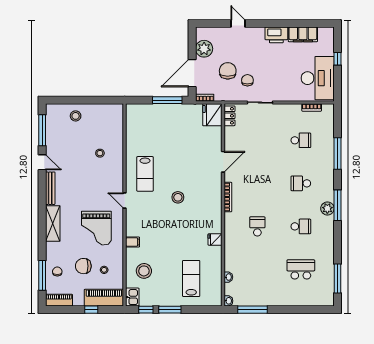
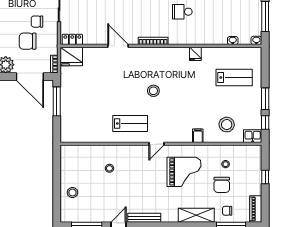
shelving: (53, 223) -> (196, 215), moved
lab bench: (191, 278) -> (234, 78), turned 180
piano: (104, 298) -> (253, 164), removed

